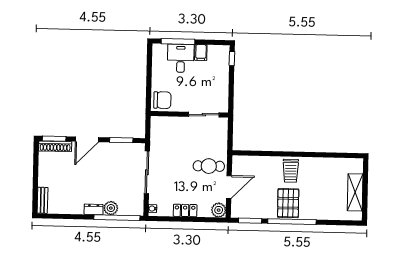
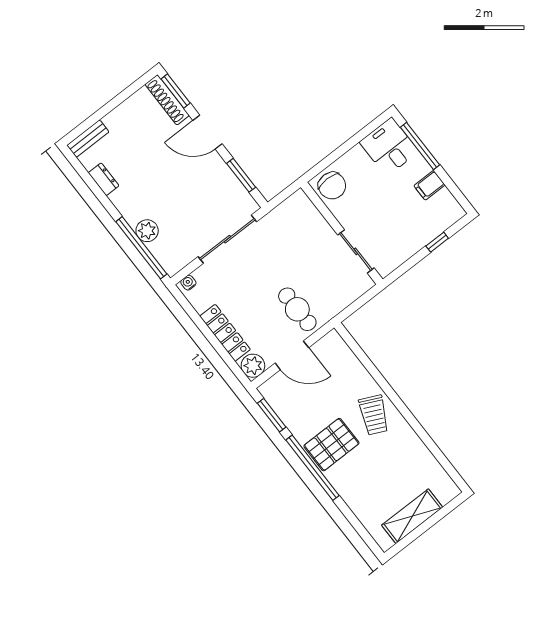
desk: (181, 58) -> (389, 147), moved, turned -90
window: (232, 58) -> (437, 242), moved
trolley: (291, 171) -> (374, 415), turned -65
dresser: (94, 209) -> (104, 179), moved
locker: (185, 210) -> (225, 333), width x1.53

